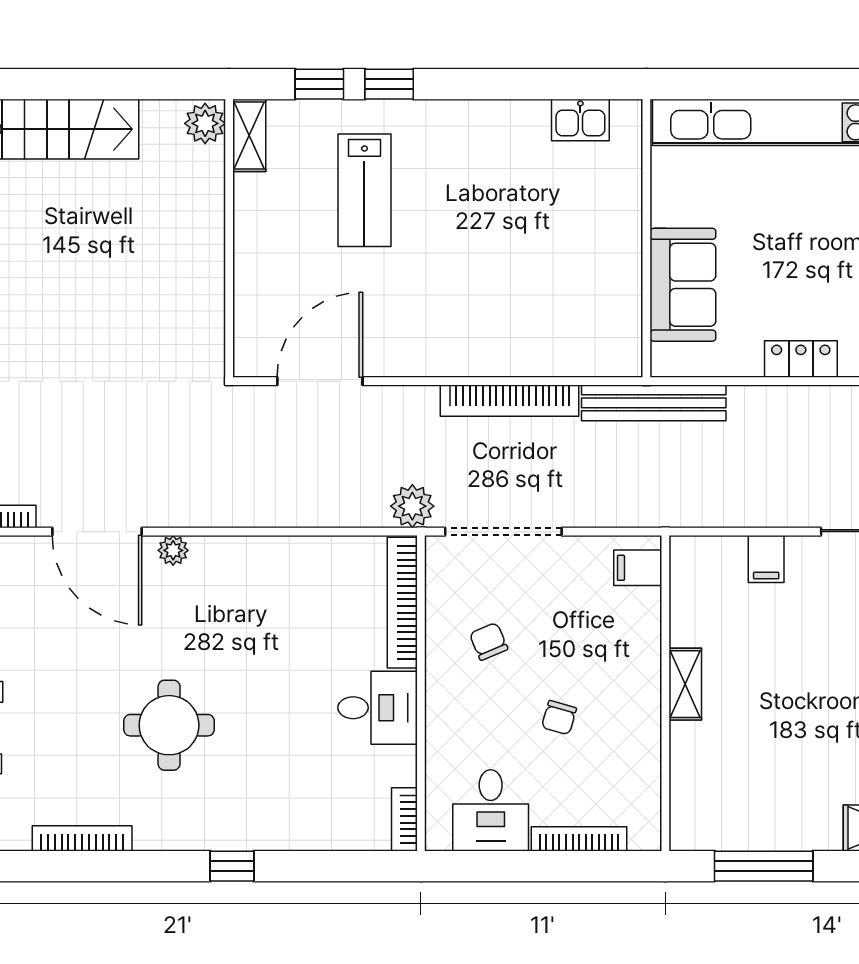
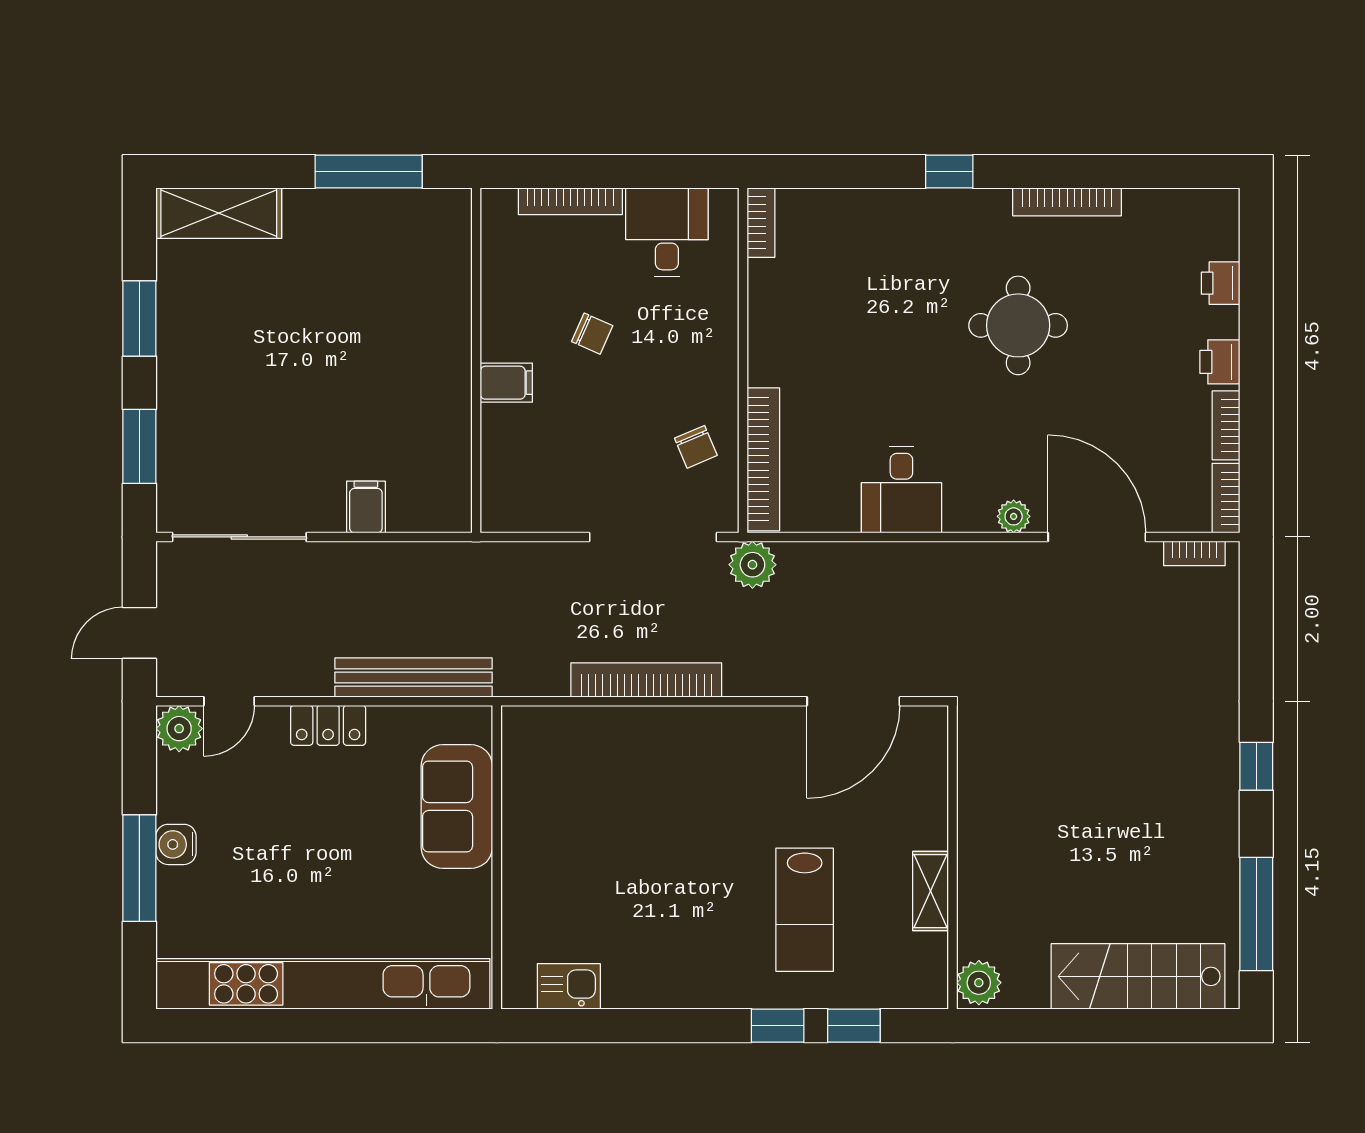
shelving: (249, 135) -> (930, 891), moved
lab bench: (364, 190) -> (805, 910), turned 180
bench: (654, 403) -> (414, 678), moved
filing cabinet: (638, 568) -> (506, 383), moved
chair: (489, 641) -> (696, 447), moved
shelving: (685, 684) -> (454, 370), removed
desk: (378, 708) -> (901, 490), moved, turned -90
chair: (559, 718) -> (592, 334), turned 98
bookcase: (82, 838) -> (1067, 202), moved

